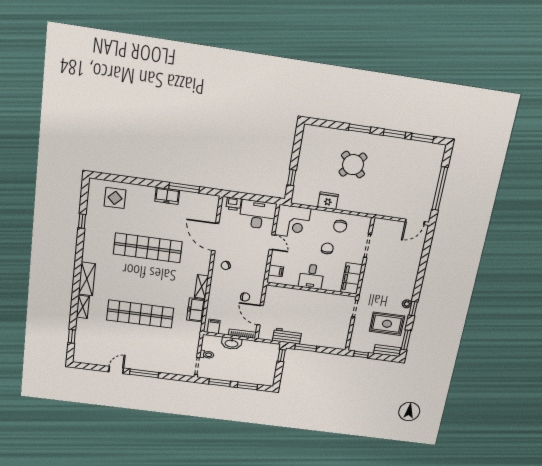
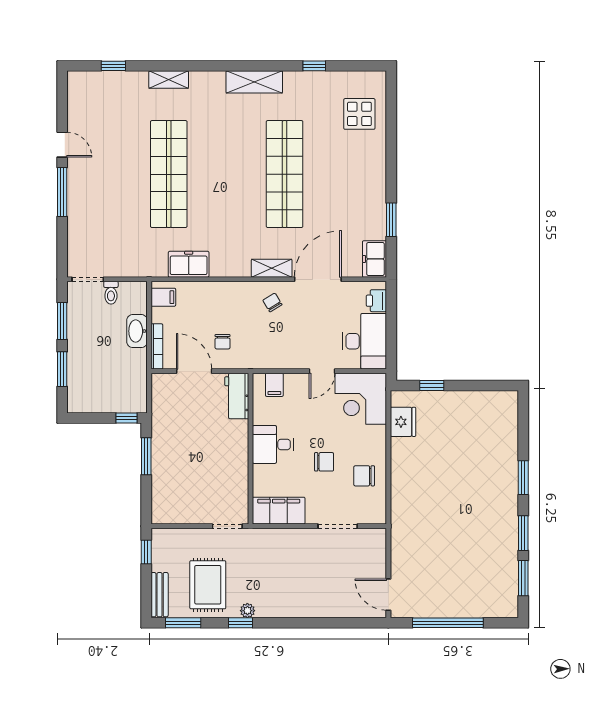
round table: (353, 165) -> (466, 478), removed
window: (184, 188) -> (391, 220), width x0.69
freezer: (167, 196) -> (374, 259), moved
fridge: (328, 201) -> (403, 422), moved
shelving: (87, 279) -> (254, 82), moved
shelving: (202, 287) -> (272, 268), moved
door: (260, 315) -> (194, 371), hinge flipped
workbench: (287, 336) -> (237, 396), moved, turned 180

